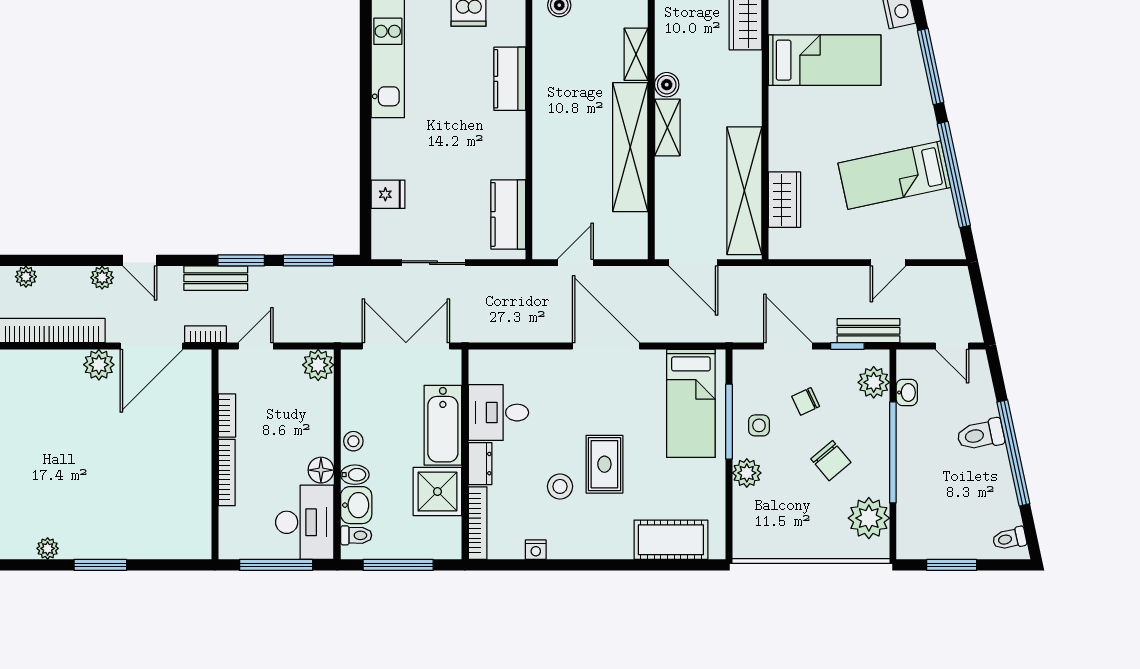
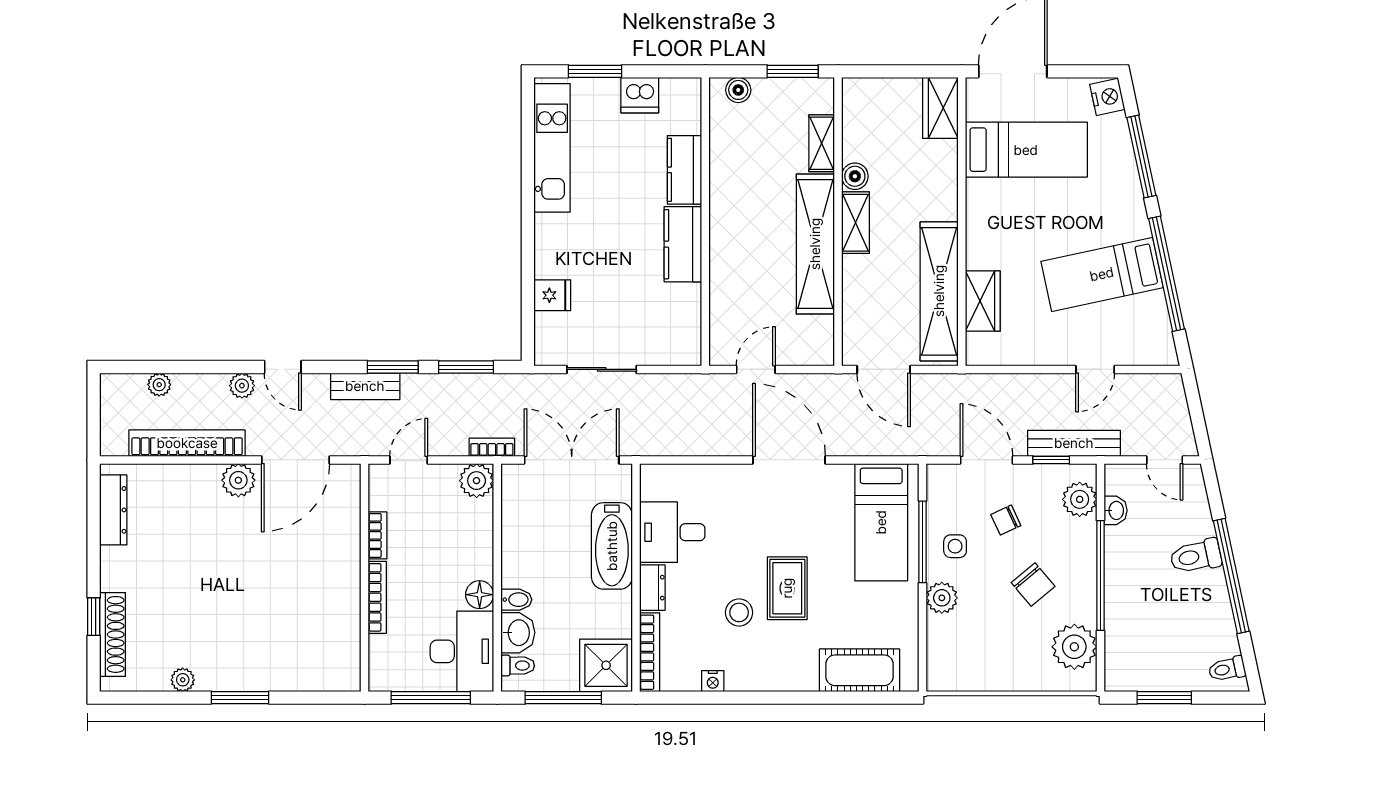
kitchen counter: (508, 214) -> (683, 244), moved
bench: (869, 331) -> (1074, 443), width x1.36
bookcase: (205, 334) -> (492, 447), moved
stool: (353, 441) -> (515, 563), removed
shower: (437, 492) -> (606, 665), moved

